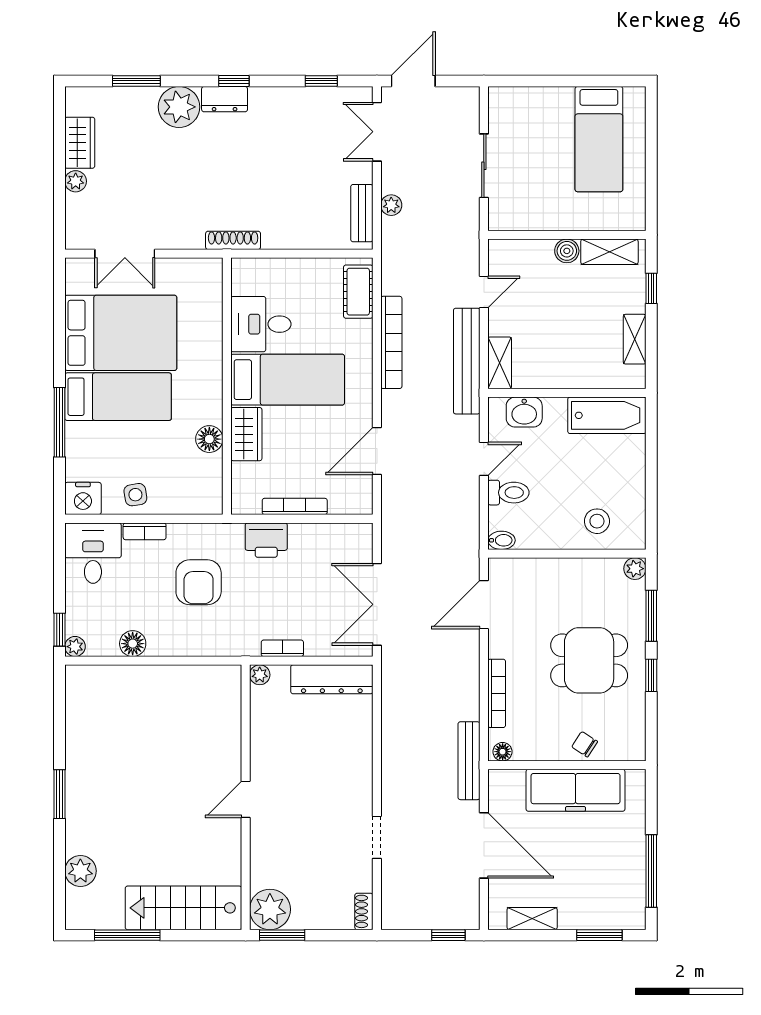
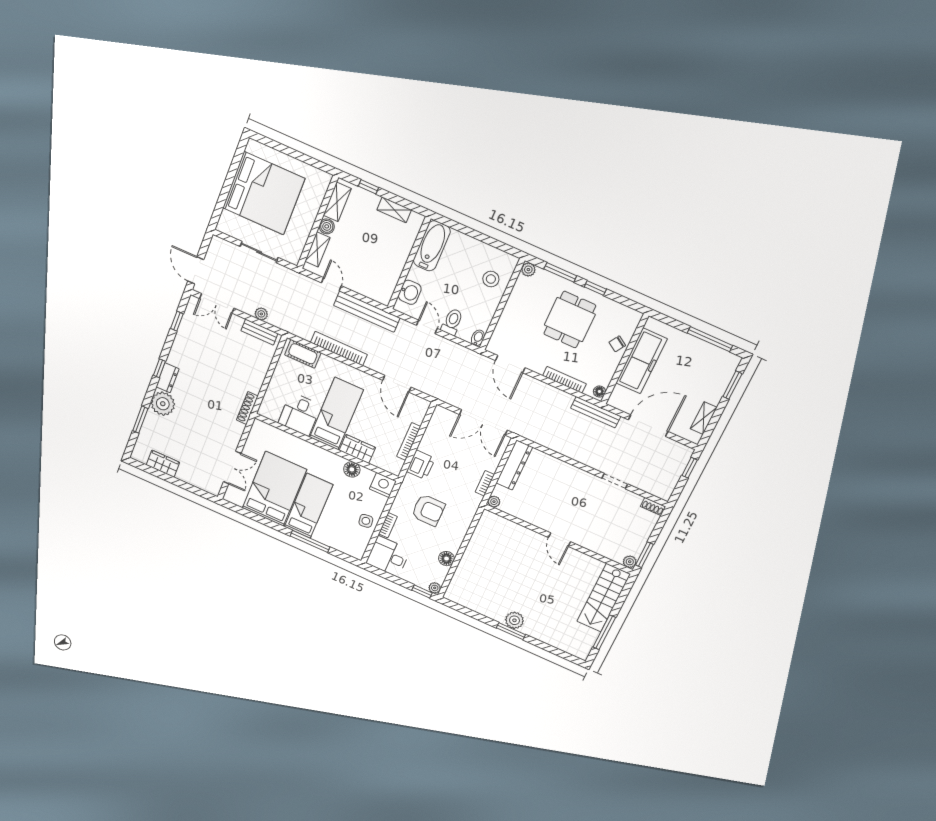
bed: (599, 139) -> (264, 193), width x2.04
plant: (76, 181) -> (183, 475), removed
shelving: (500, 363) -> (317, 249), moved, turned 90
nightstand: (83, 498) -> (383, 485), moved, turned -90
plant: (80, 871) -> (514, 620), moved
plant: (270, 909) -> (630, 562), width x0.53, depth x0.53

